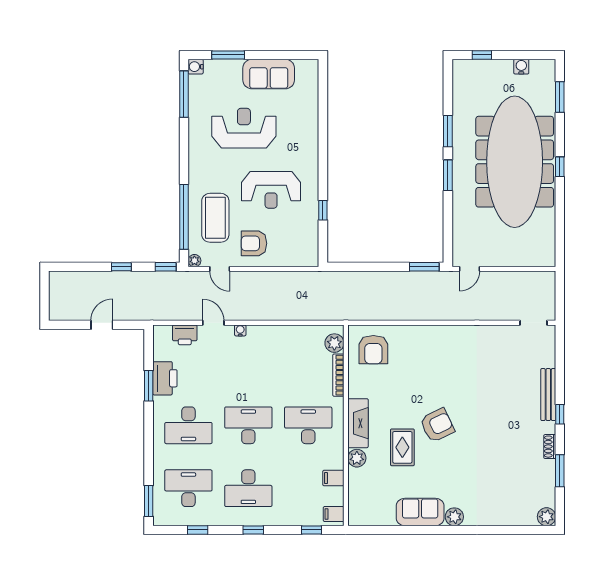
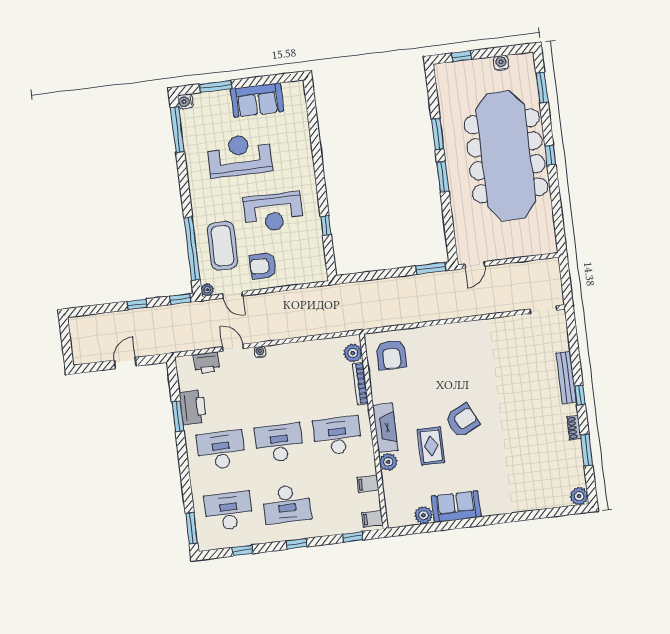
desk: (188, 425) -> (221, 450), turned 180
plant: (454, 517) -> (423, 515), moved

